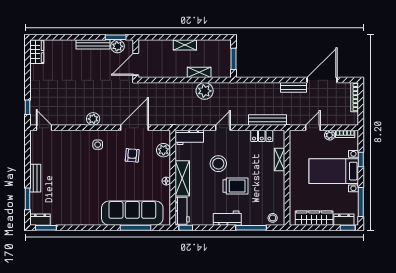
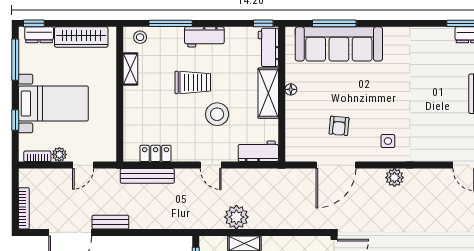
door: (223, 128) -> (211, 165), hinge flipped
plant: (163, 150) -> (295, 133), removed
shelving: (279, 160) -> (130, 69), moved
trolley: (235, 186) -> (193, 82), turned 180

